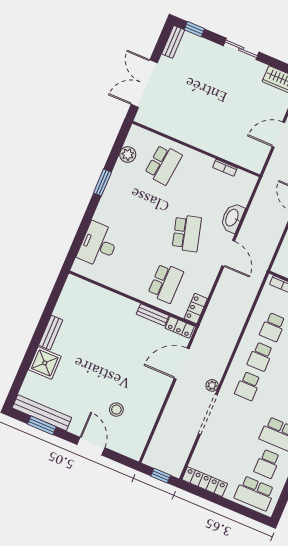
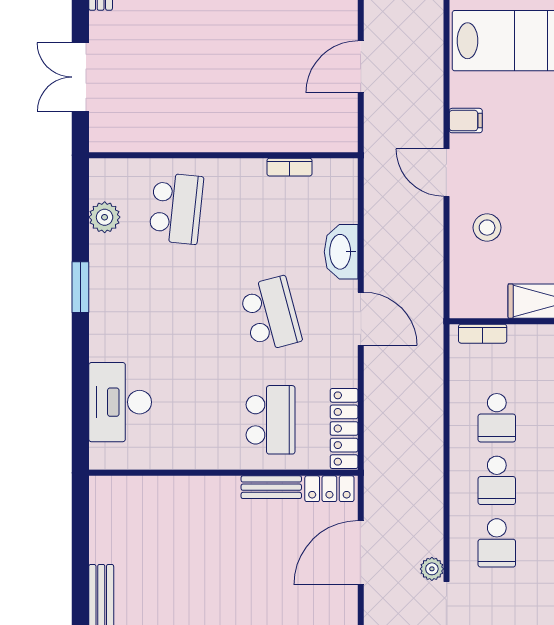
double door: (144, 84) -> (80, 77), width x0.73
locker: (196, 309) -> (344, 428), width x1.53

